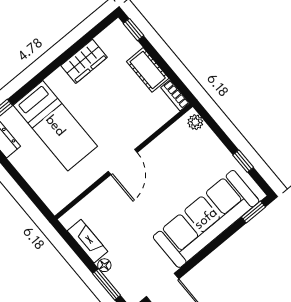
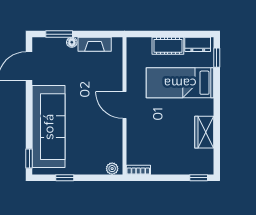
cot: (148, 70) -> (168, 46), moved

